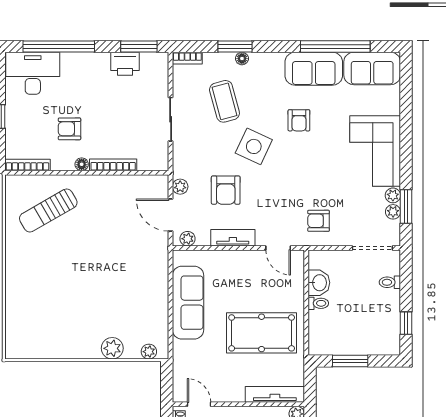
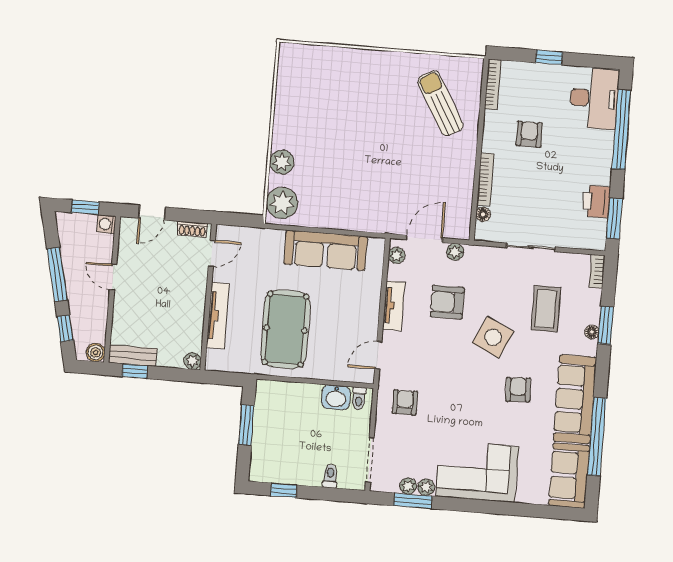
sofa: (314, 69) -> (575, 399), width x1.36
coffee table: (224, 101) -> (546, 309), turned -75
armchair: (299, 120) -> (518, 390), turned 87
floor lamp: (82, 164) -> (483, 214), moved
toilet: (318, 303) -> (359, 398), moved
plant: (149, 352) -> (282, 203), width x1.88, depth x1.88
tv unit: (275, 394) -> (218, 316), moved

